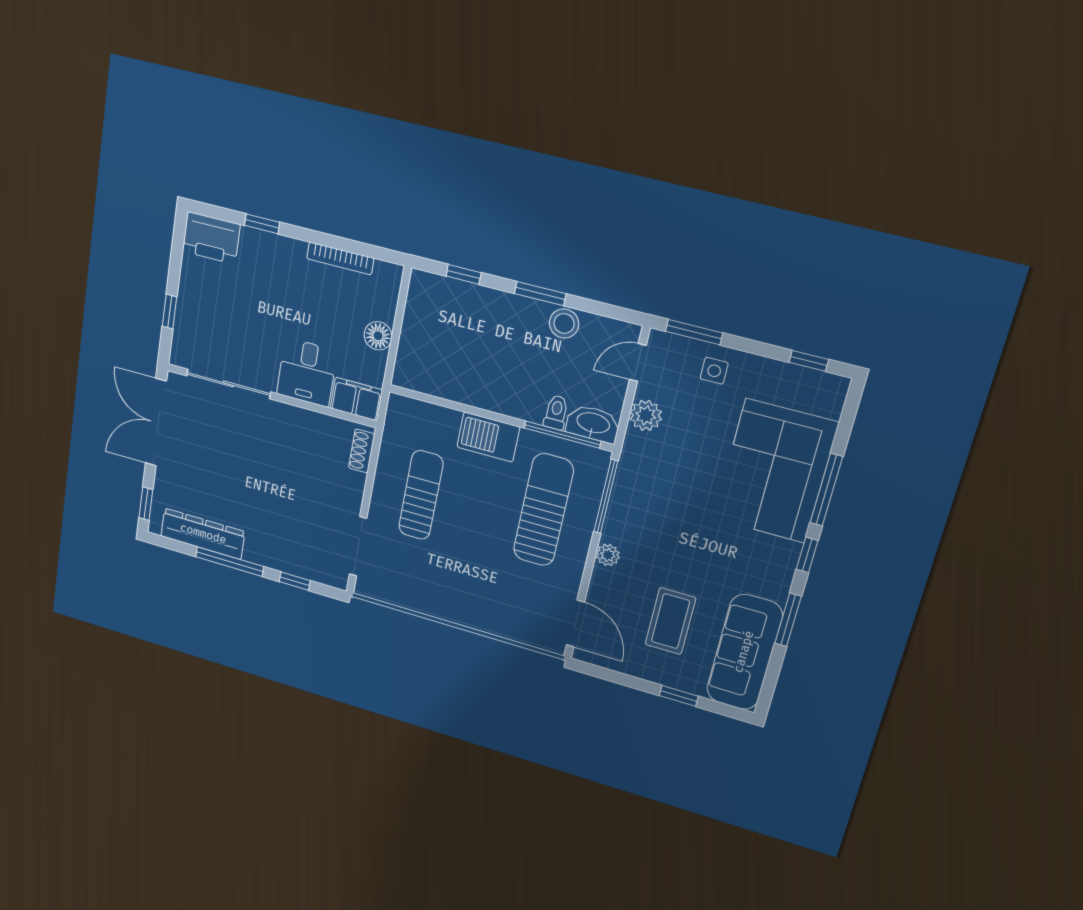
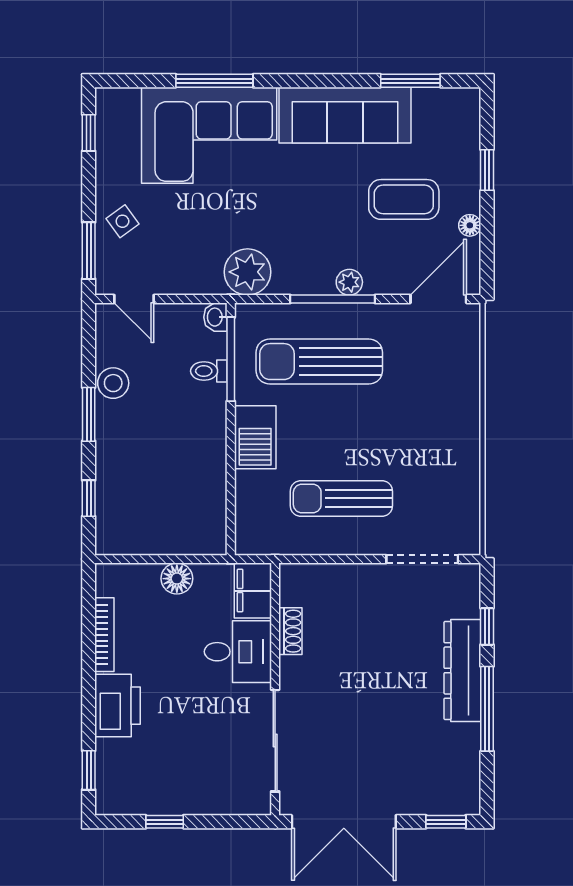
window: (262, 224) -> (89, 770), moved
printer: (211, 238) -> (118, 706), moved
window: (170, 312) -> (165, 822), moved
side table: (714, 371) -> (122, 221), turned -36
plant: (646, 415) -> (248, 272), moved, width x1.36, depth x1.36
washbasin: (593, 424) -> (215, 317), width x0.52, depth x0.69
shoe rack: (362, 451) -> (290, 631), moved, turned -90
window: (606, 496) -> (333, 299), moved
dresser: (203, 534) -> (462, 670), moved
window: (807, 555) -> (288, 81), removed
window: (788, 620) -> (410, 81), moved
sofa: (744, 652) -> (345, 115), moved
floor lamp: (634, 668) -> (470, 225), added

